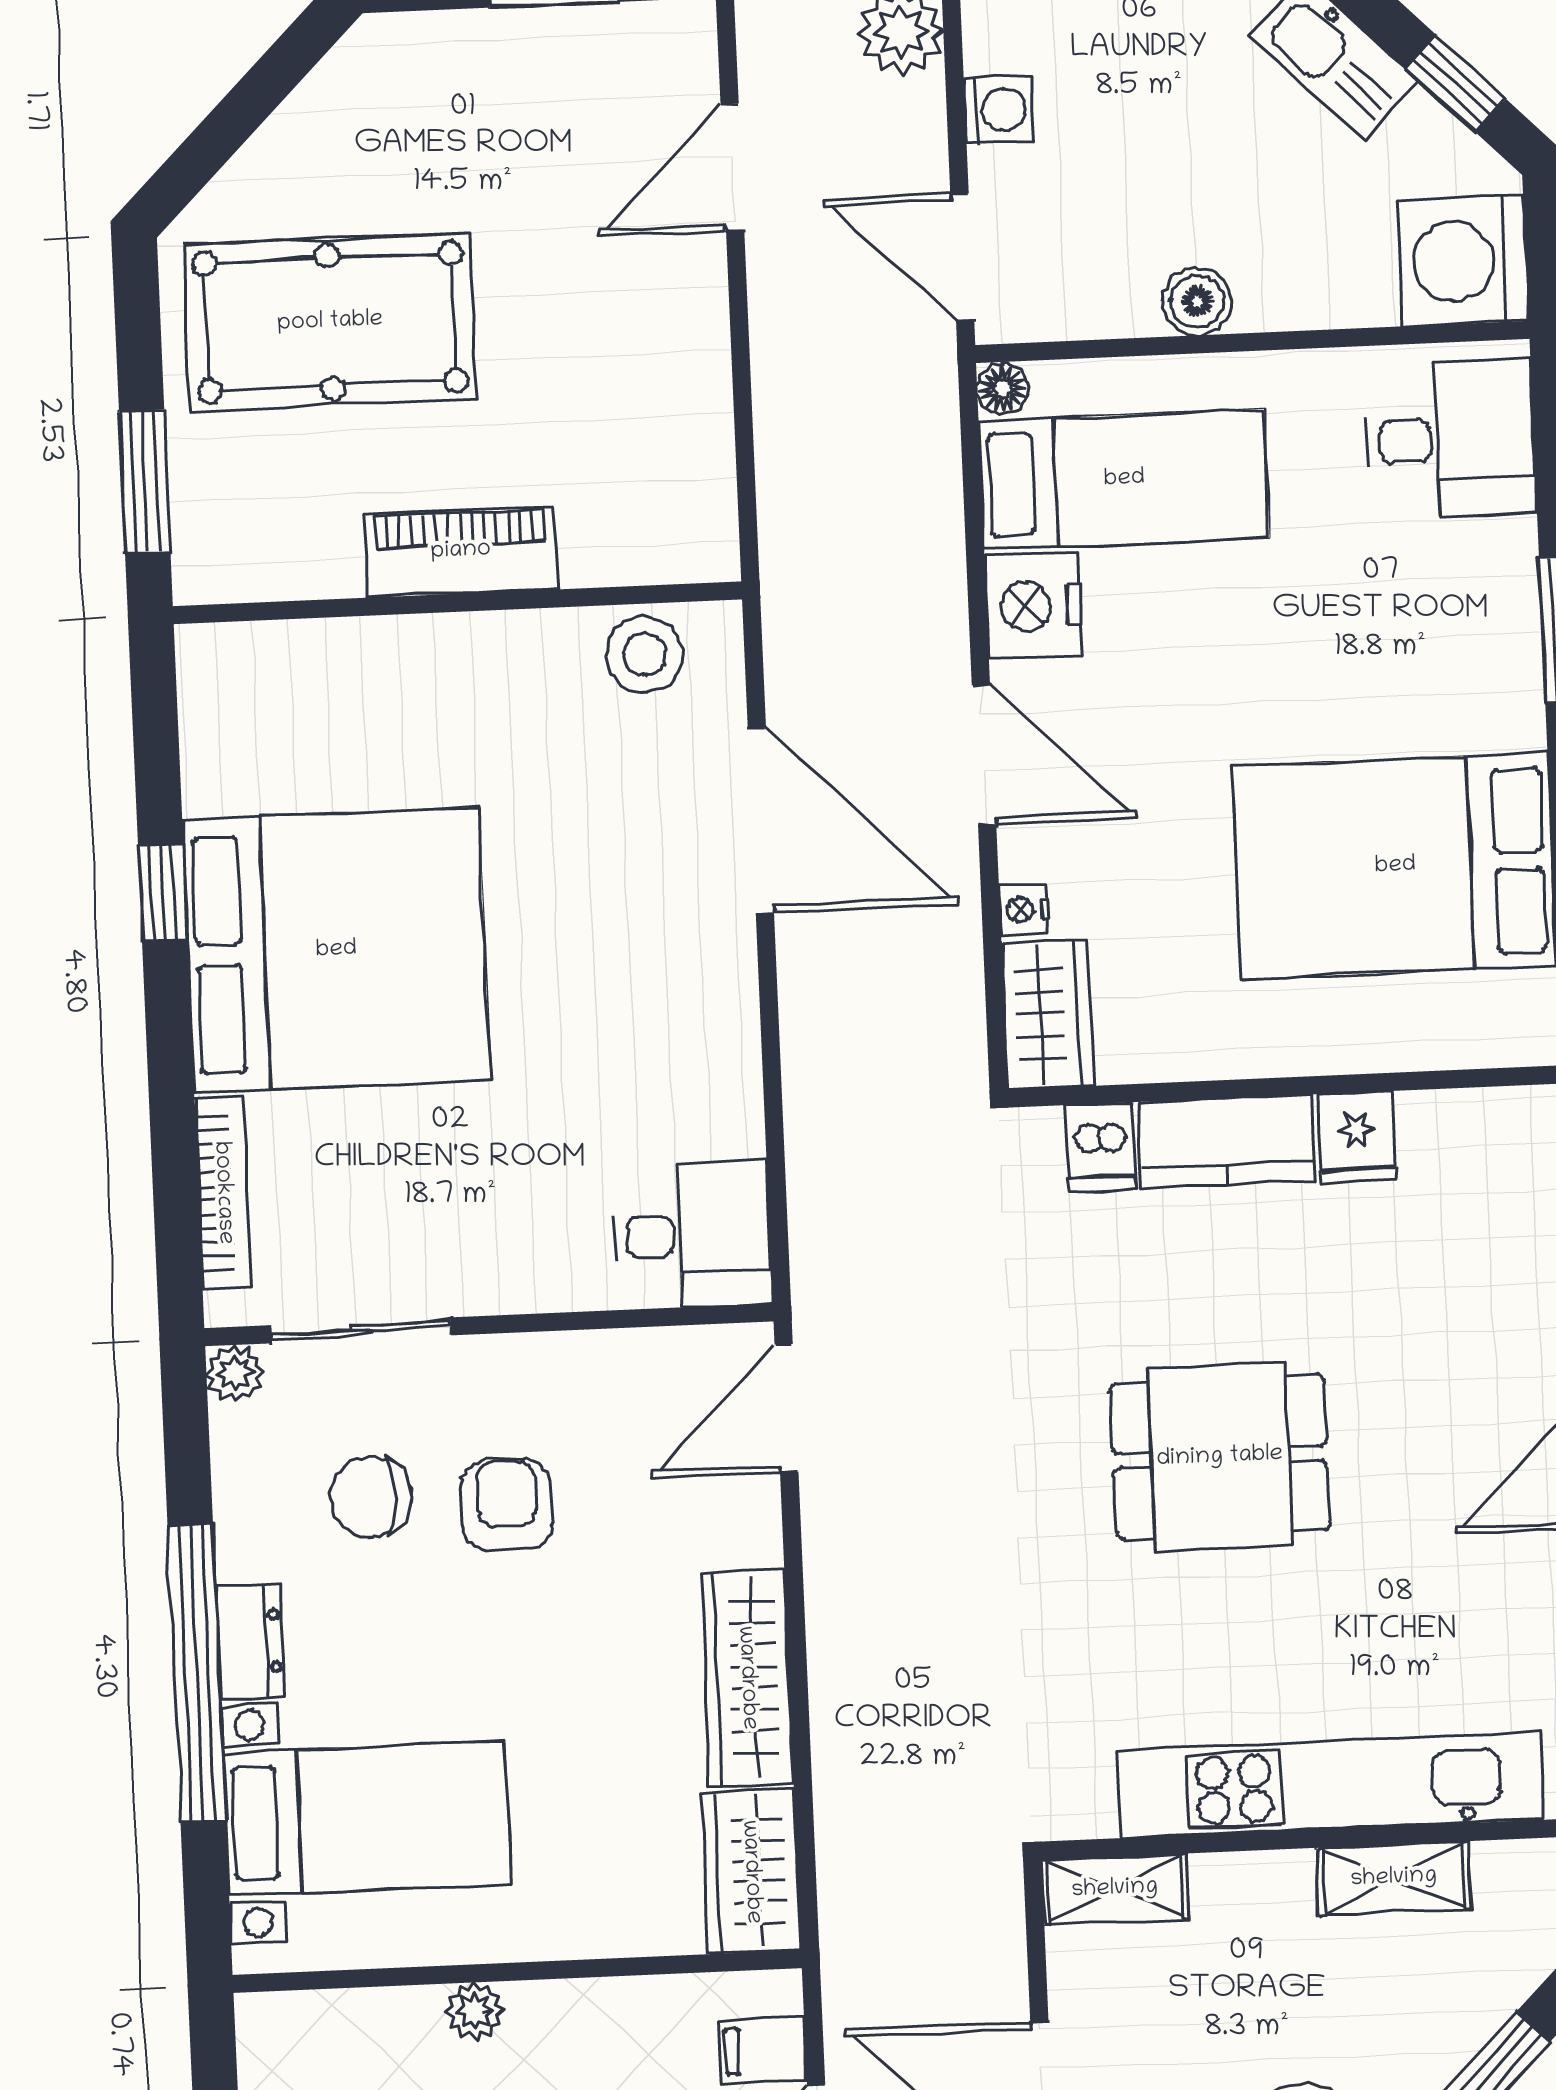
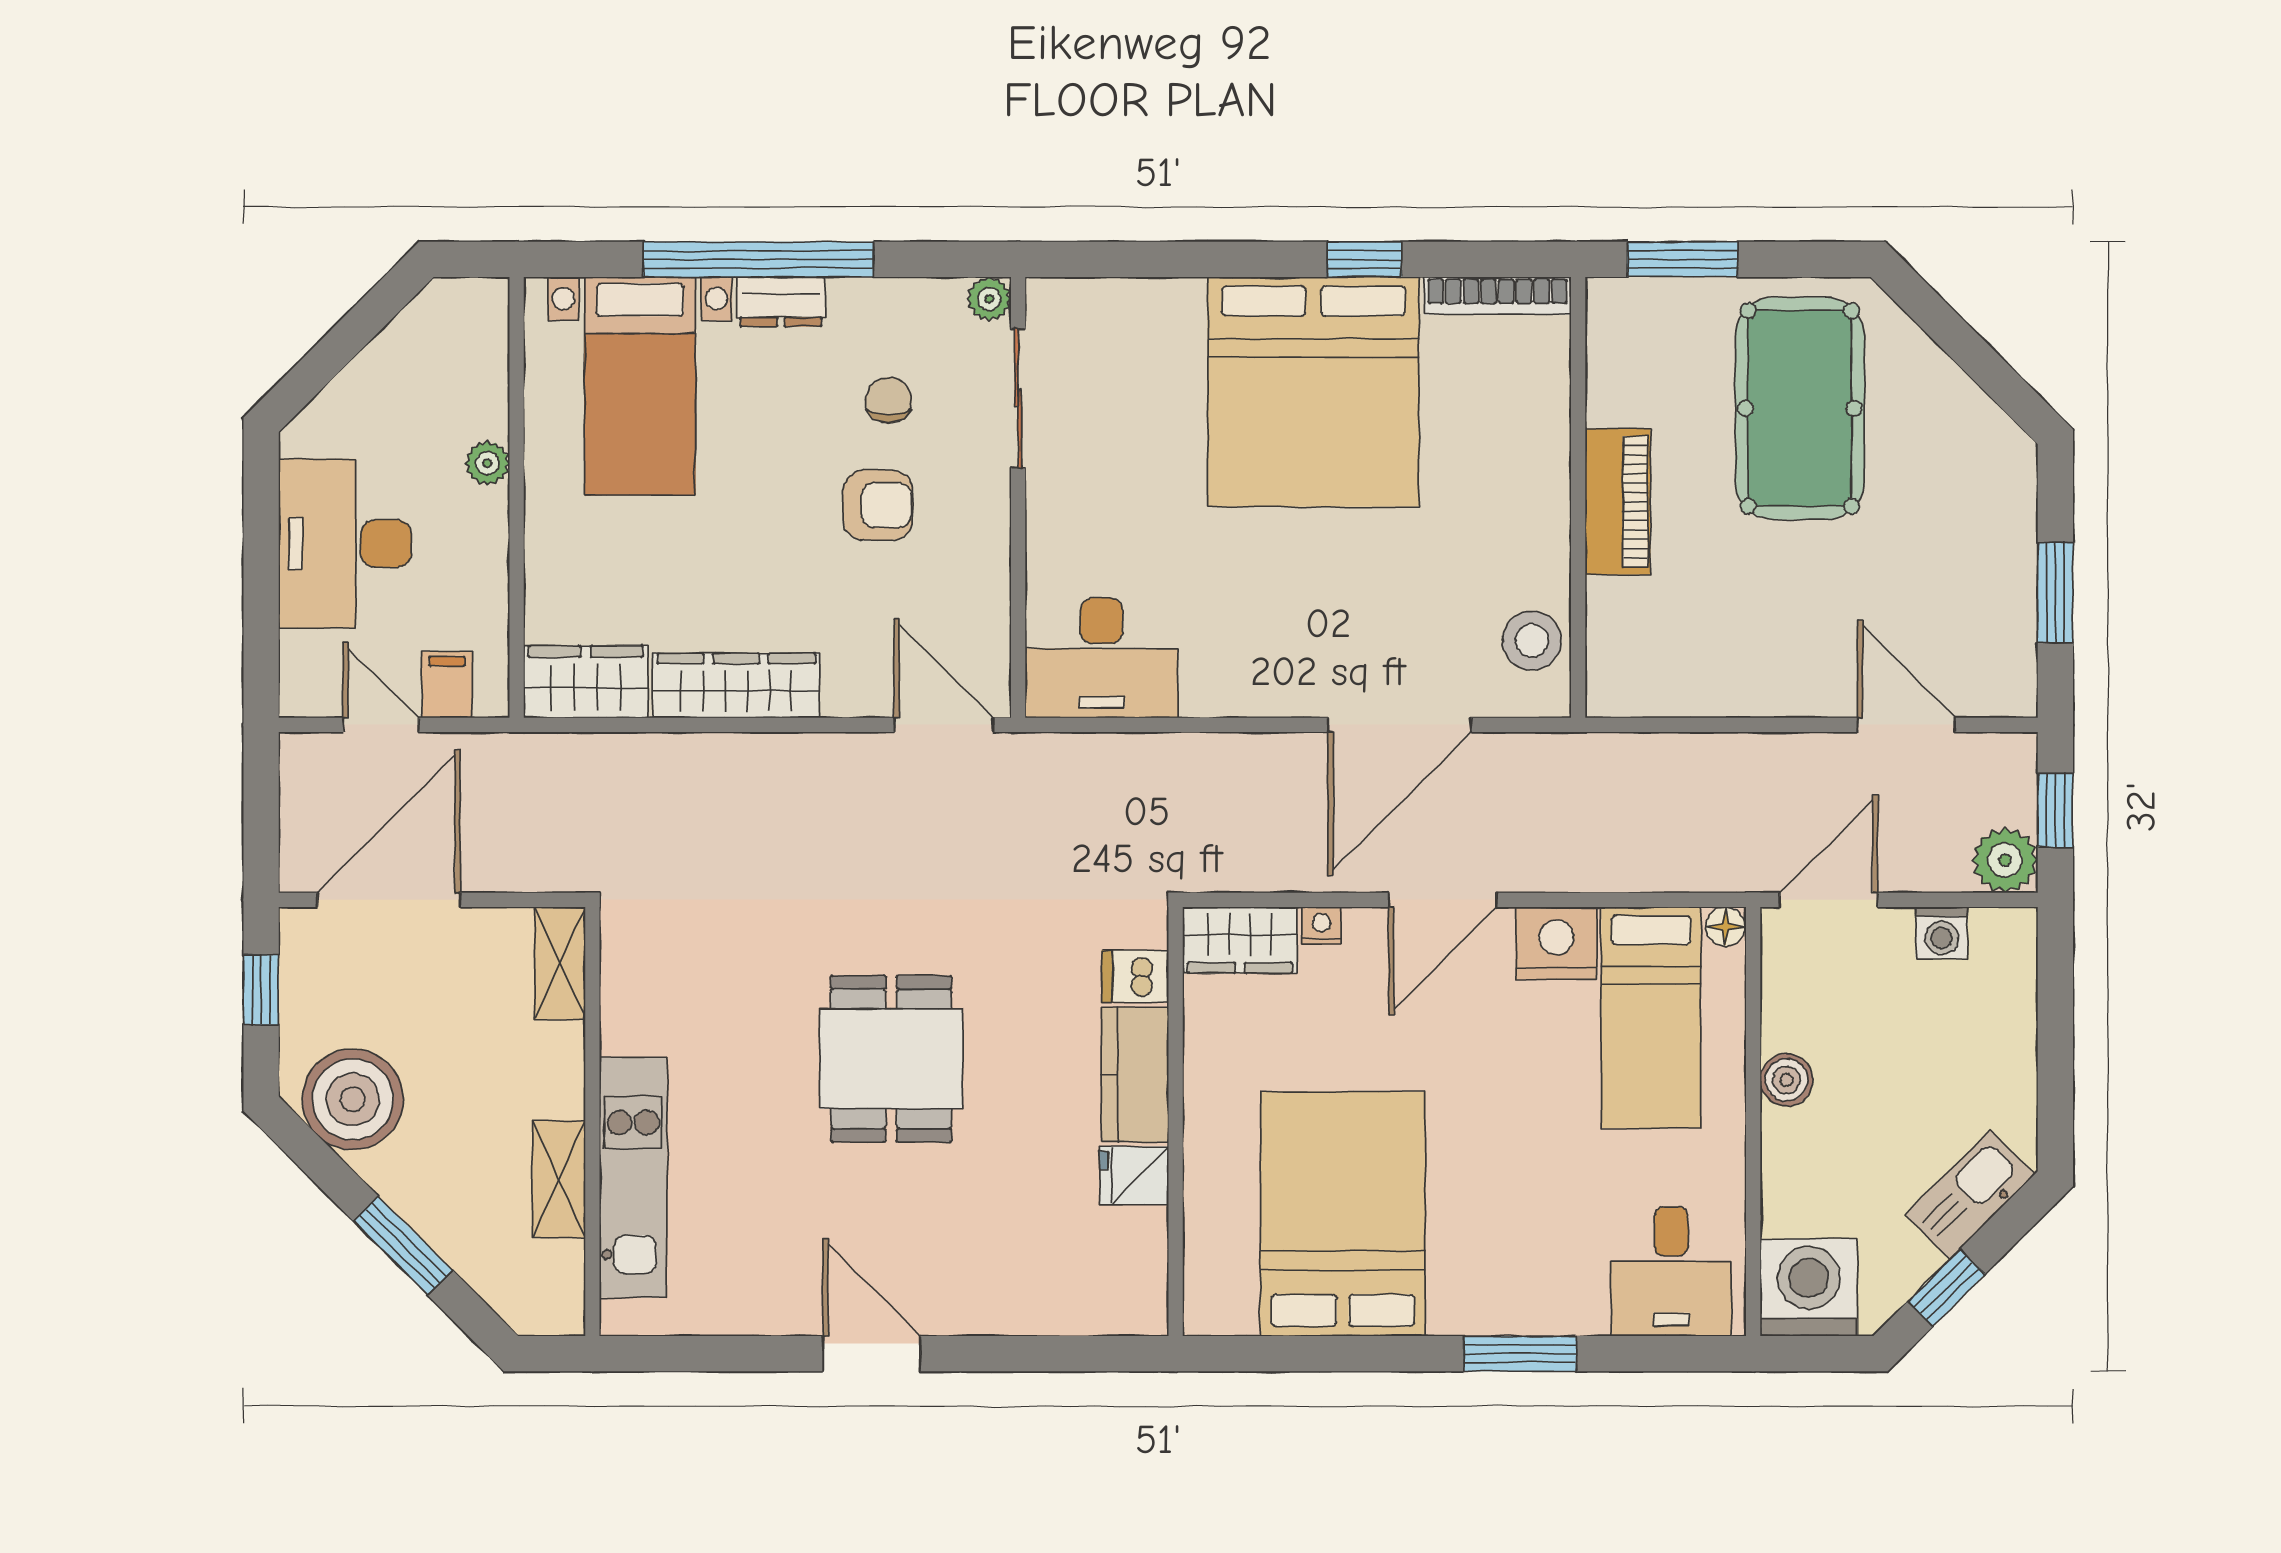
bookcase: (223, 1193) -> (1497, 296), moved
desk: (692, 1235) -> (1101, 658), width x1.37
chair: (371, 1497) -> (889, 400), width x0.73, depth x0.73
kitchen unit: (1331, 1785) -> (633, 1178), width x0.73

